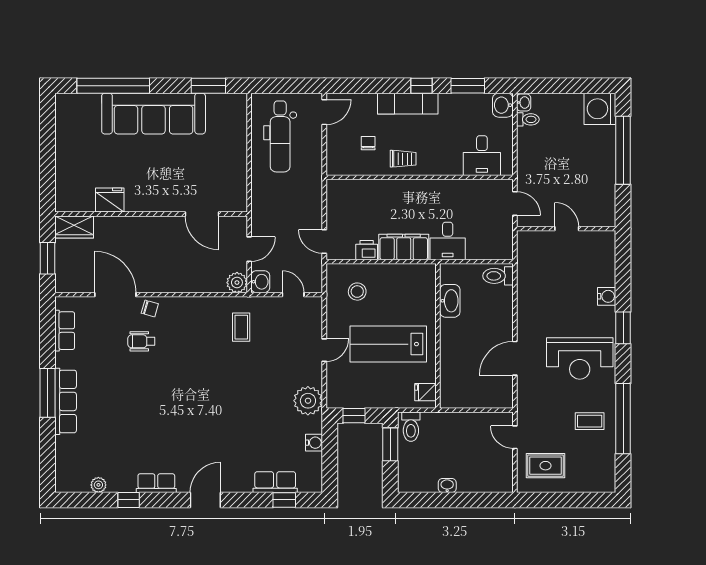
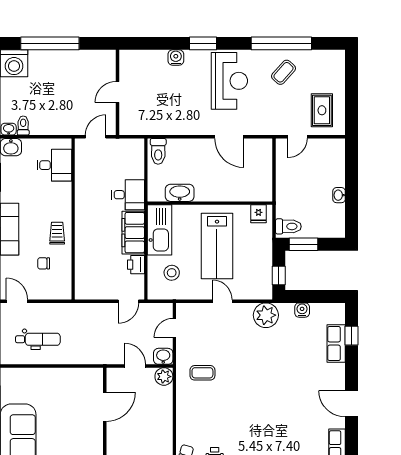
dental chair: (280, 136) -> (38, 339), width x0.73, depth x0.72
kitchen sink: (407, 278) -> (160, 230), added
coffee table: (590, 421) -> (284, 72), turned 42

